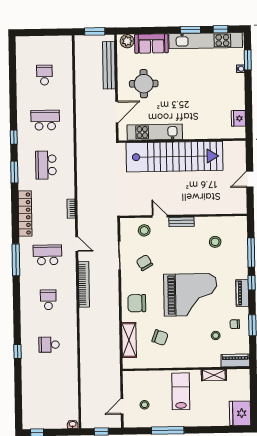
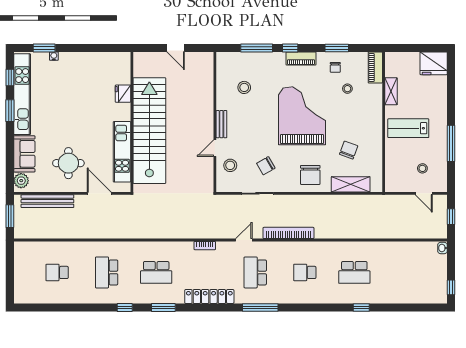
fridge: (238, 118) -> (123, 94), moved, turned 90
school desk: (49, 345) -> (354, 272), width x1.85

